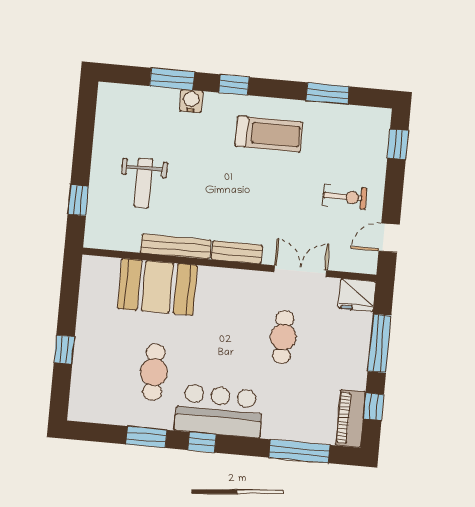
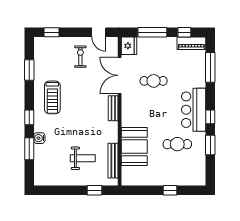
treadmill: (269, 134) -> (52, 97), turned 180
bench: (176, 246) -> (113, 161), moved
double door: (300, 271) -> (120, 75), width x1.37

